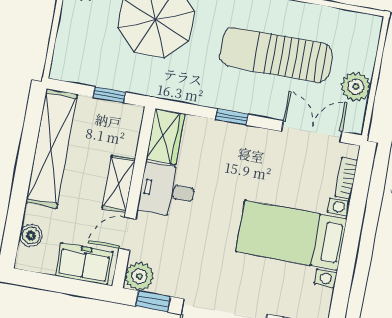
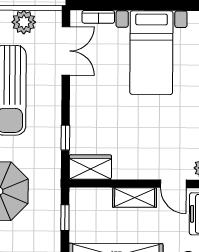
window: (232, 117) -> (65, 138), moved
double door: (312, 131) -> (66, 51), swing flipped
desk: (167, 190) -> (133, 158), removed

